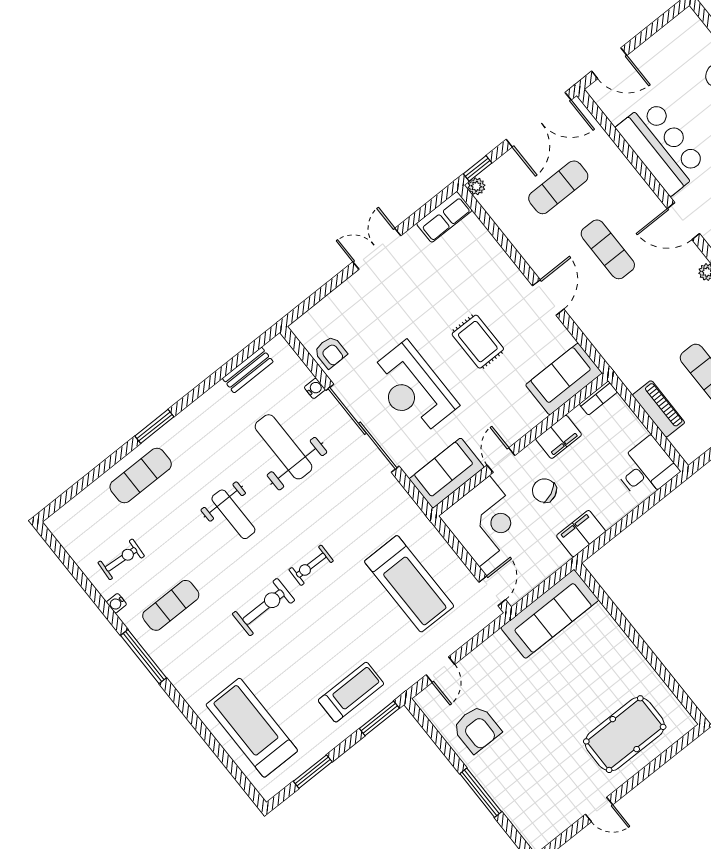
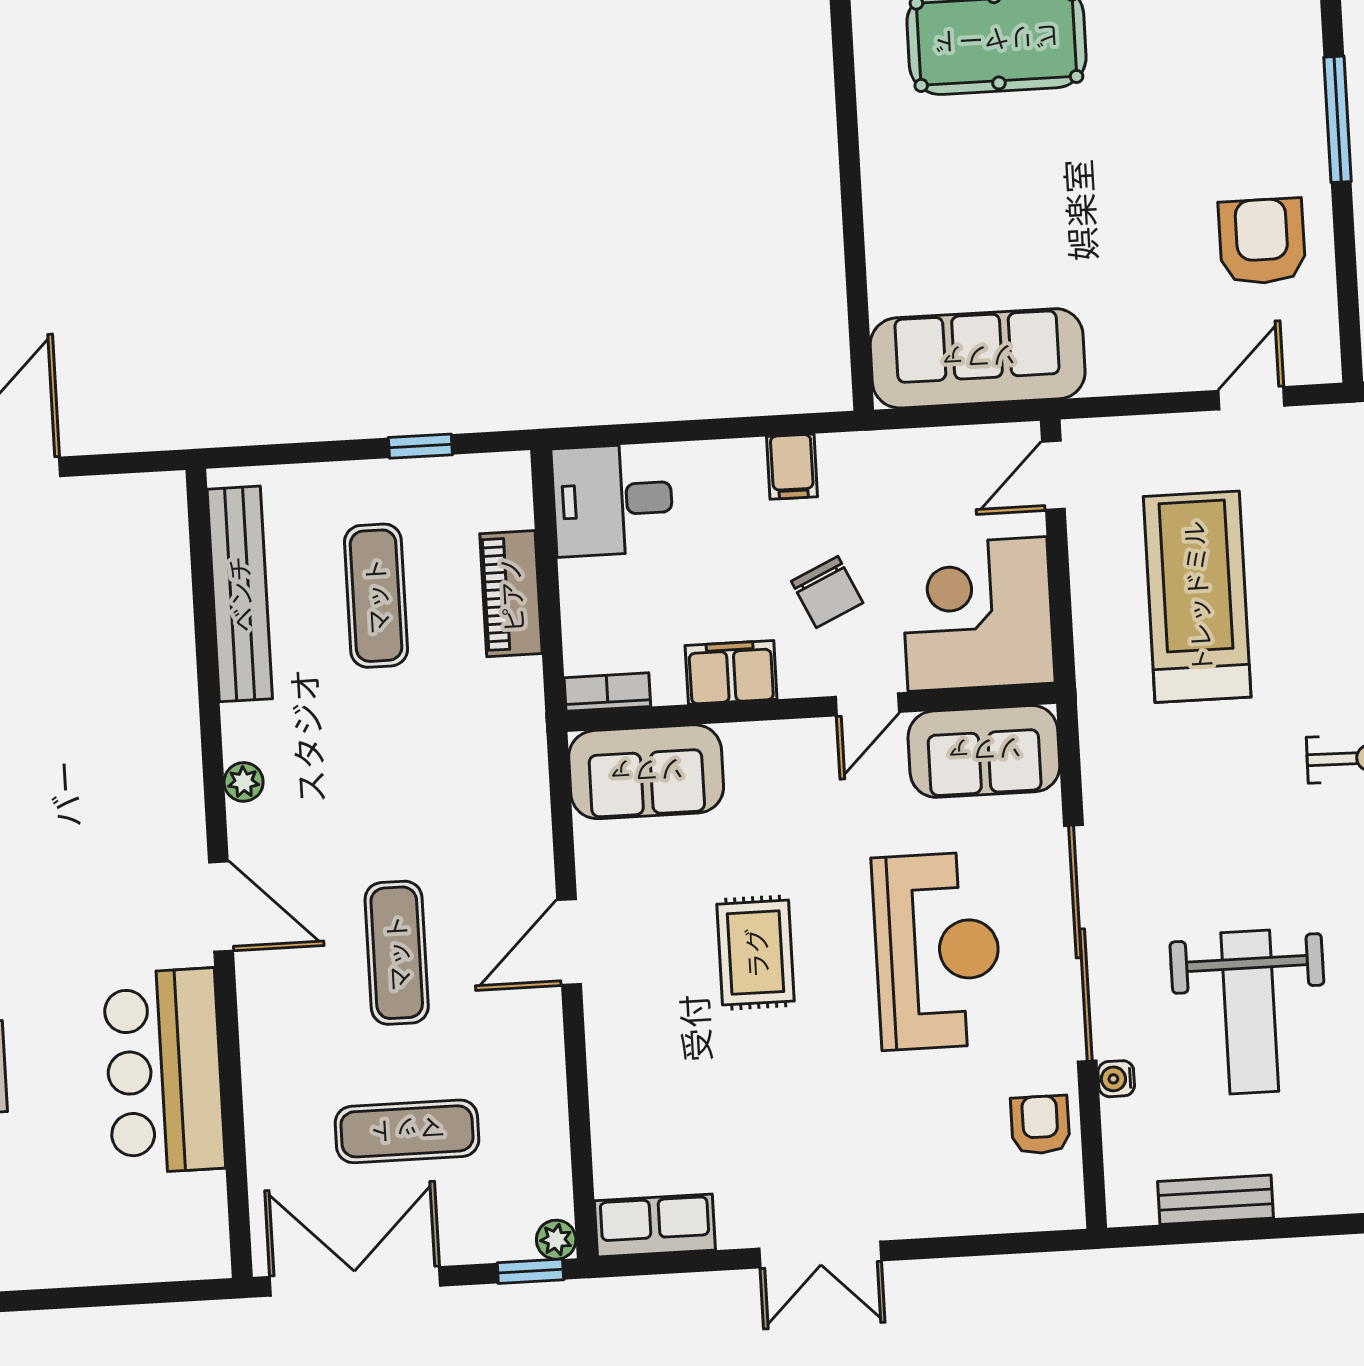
door: (609, 63) -> (152, 1293), removed
filing cabinet: (581, 534) -> (792, 467), width x0.50

